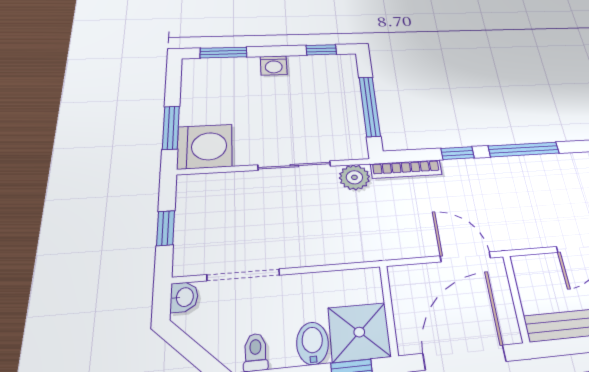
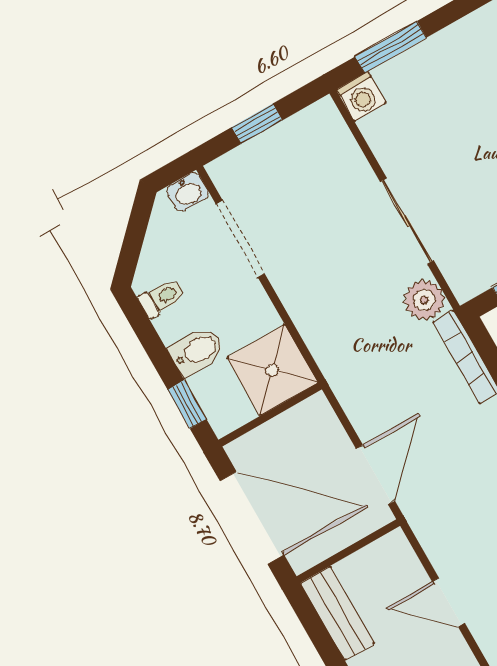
washing machine: (205, 146) -> (361, 96), width x0.53, depth x0.53
shower: (359, 332) -> (272, 370), moved

